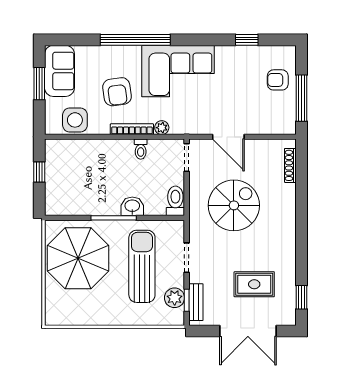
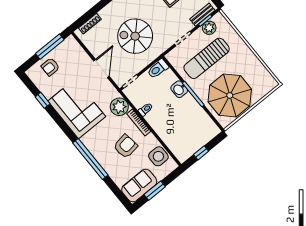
corner sofa: (178, 71) -> (77, 109), moved
armchair: (278, 80) -> (50, 67), turned 90
plant: (162, 128) -> (119, 107), width x1.88, depth x1.88

